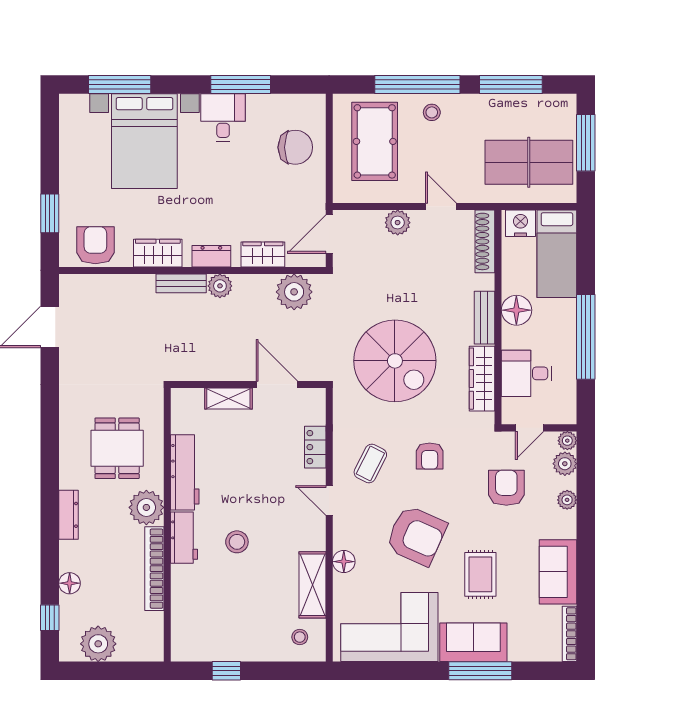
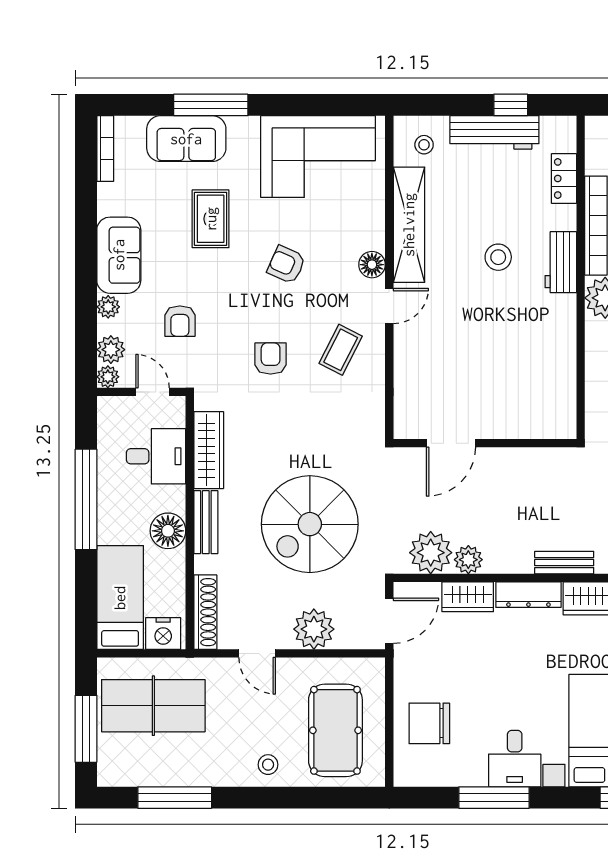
window: (417, 85) -> (285, 798), removed
plant: (398, 223) -> (314, 629), width x1.36, depth x1.36
dresser: (211, 256) -> (528, 595), width x1.44
plant: (220, 286) -> (468, 560), moved
spiral stairs: (395, 361) -> (310, 524), moved, turned -90
door: (277, 384) -> (451, 443), hinge flipped
shelving: (228, 399) -> (508, 426), removed
door: (530, 428) -> (153, 392), hinge flipped
locker: (315, 447) -> (564, 178), moved, turned 180
workbench: (185, 472) -> (494, 132), moved, turned -90
armchair: (506, 488) -> (180, 321), width x0.72, depth x0.72
door: (329, 501) -> (389, 306), hinge flipped
armchair: (416, 536) -> (286, 265), width x0.53, depth x0.53
floor lamp: (344, 562) -> (372, 265), moved
sofa: (558, 572) -> (119, 255), moved
shelving: (312, 585) -> (409, 225), width x1.47
sofa: (473, 642) -> (186, 139), moved

